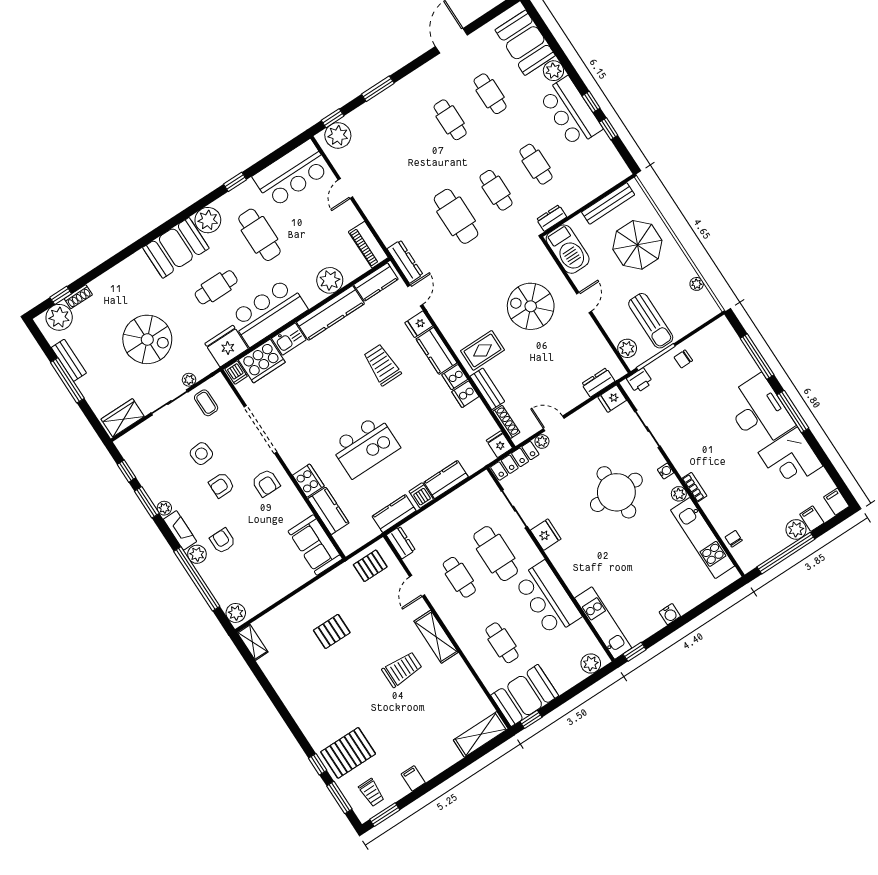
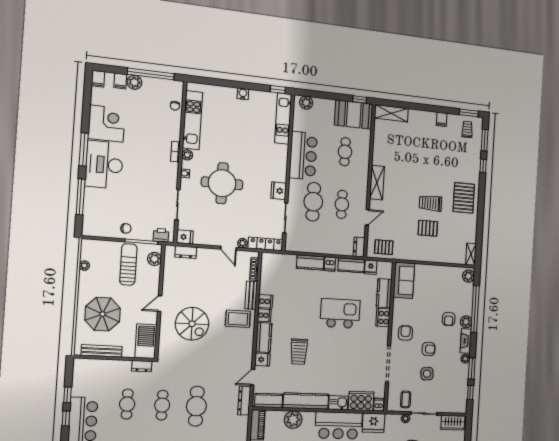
fridge: (499, 444) -> (371, 267), moved
trolley: (402, 669) -> (430, 203), moved
pallet: (348, 753) -> (464, 198), moved, turned 90

